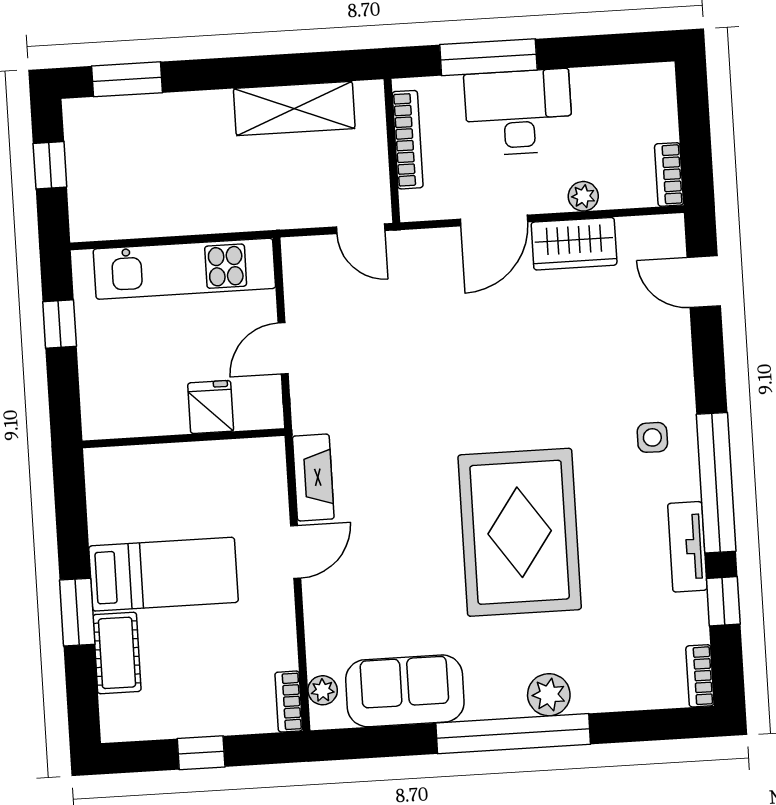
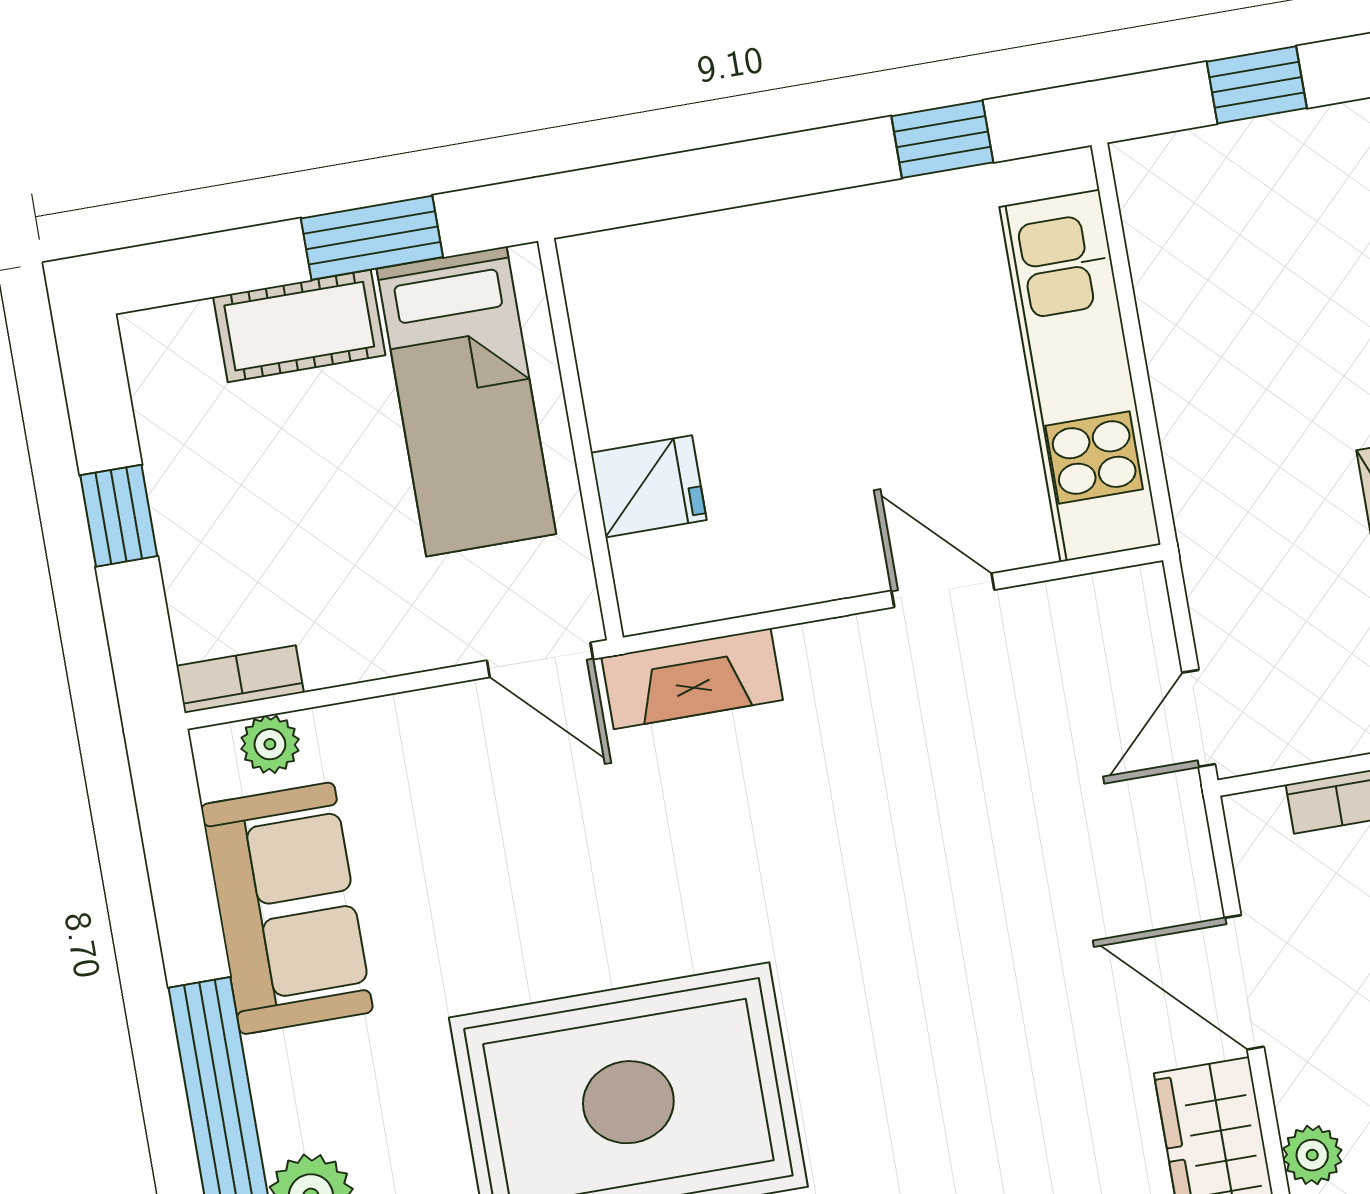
fridge: (211, 407) -> (649, 486), moved
wall: (183, 438) -> (581, 439), moved

